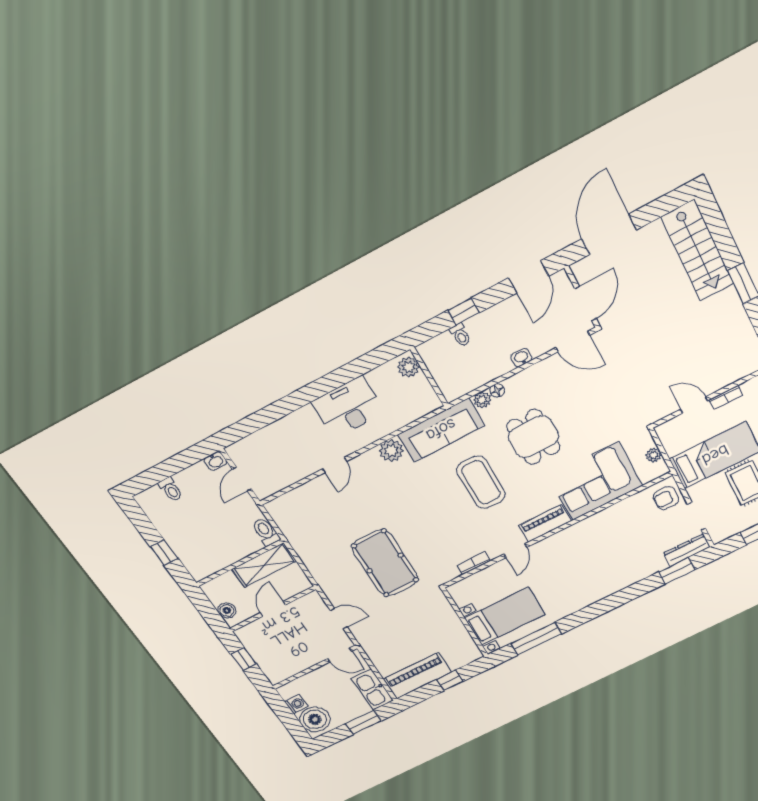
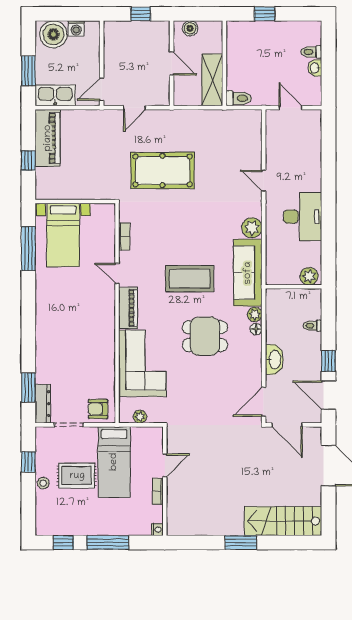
window: (464, 312) -> (328, 361), moved
washbasin: (521, 358) -> (274, 359), width x1.91, depth x1.45
washbasin: (215, 461) -> (315, 68), moved
armchair: (666, 498) -> (98, 409), turned -90

